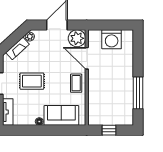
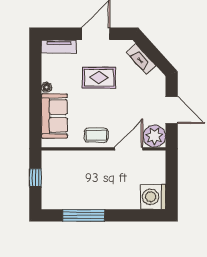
plant: (30, 37) -> (157, 75), removed
washing machine: (112, 39) -> (153, 197), moved
rug: (32, 81) -> (99, 78), turned 90

